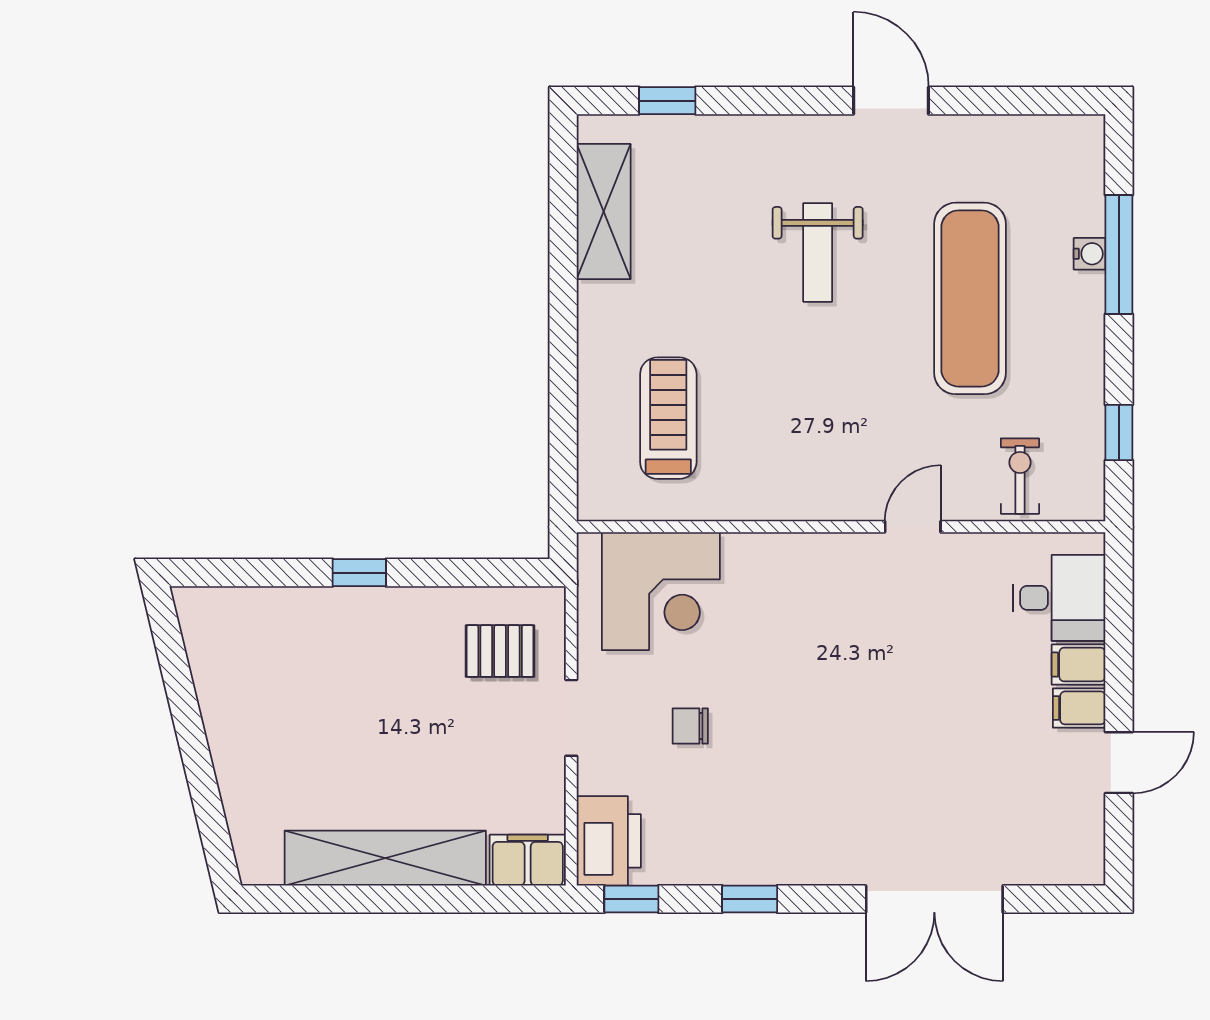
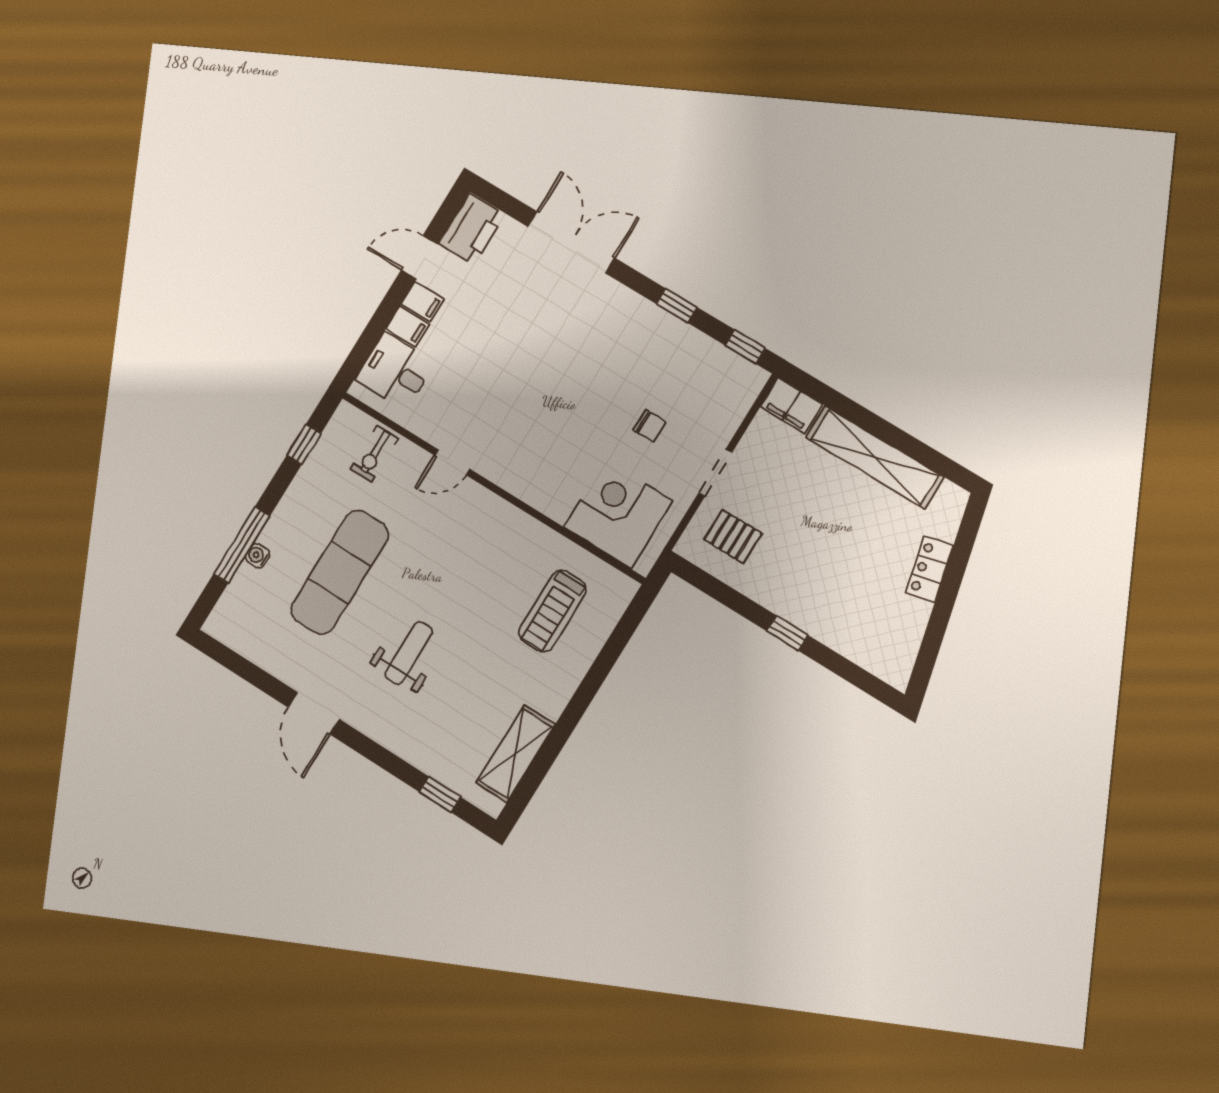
locker: (233, 760) -> (929, 569), added
printer: (609, 841) -> (472, 229), moved, turned 180

